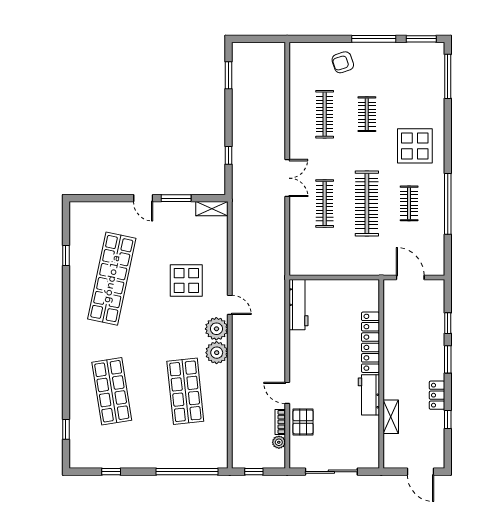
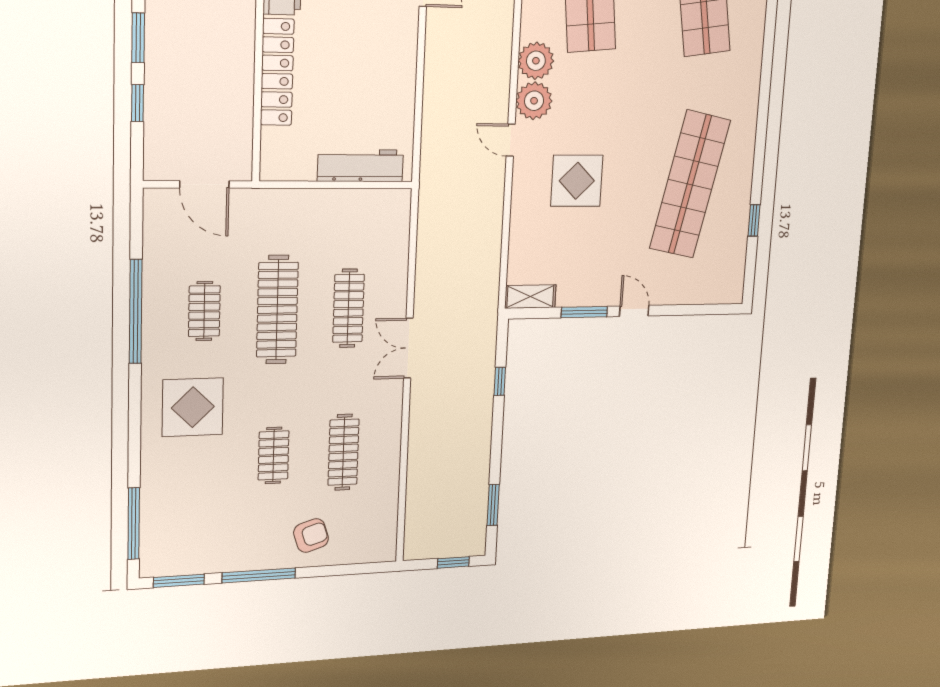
window: (253, 39) -> (453, 562), added
workbench: (299, 305) -> (360, 166), moved, turned 90

